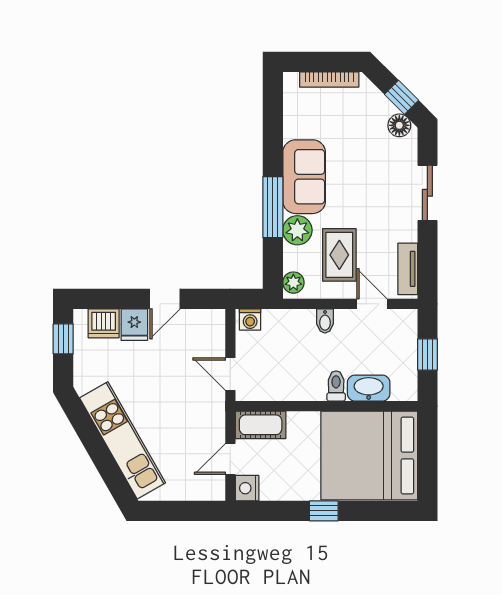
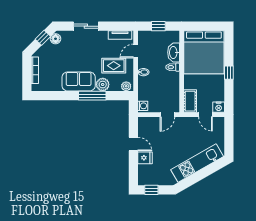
dishwasher: (104, 323) -> (144, 172), removed

